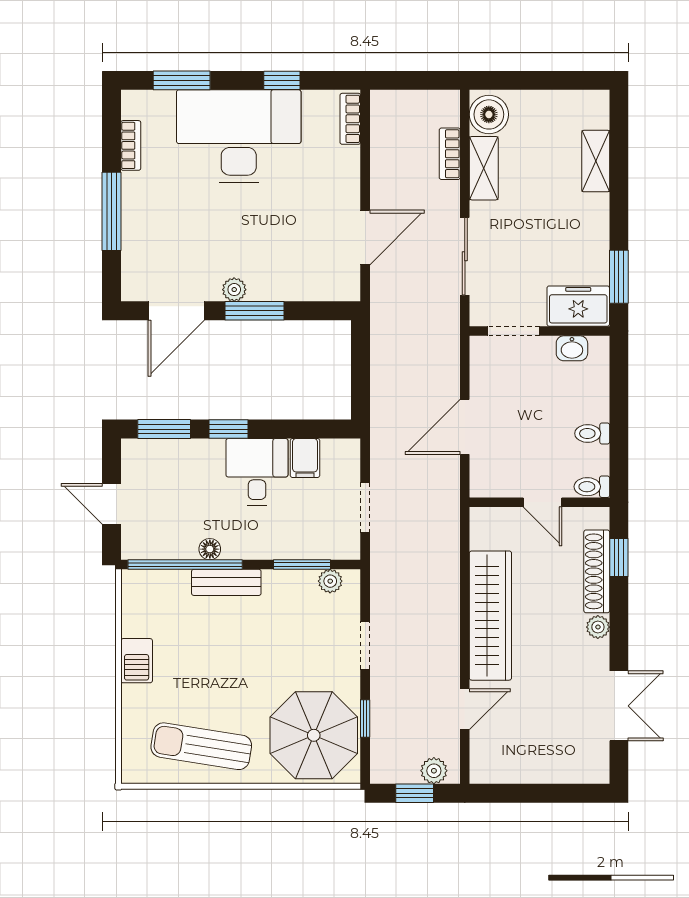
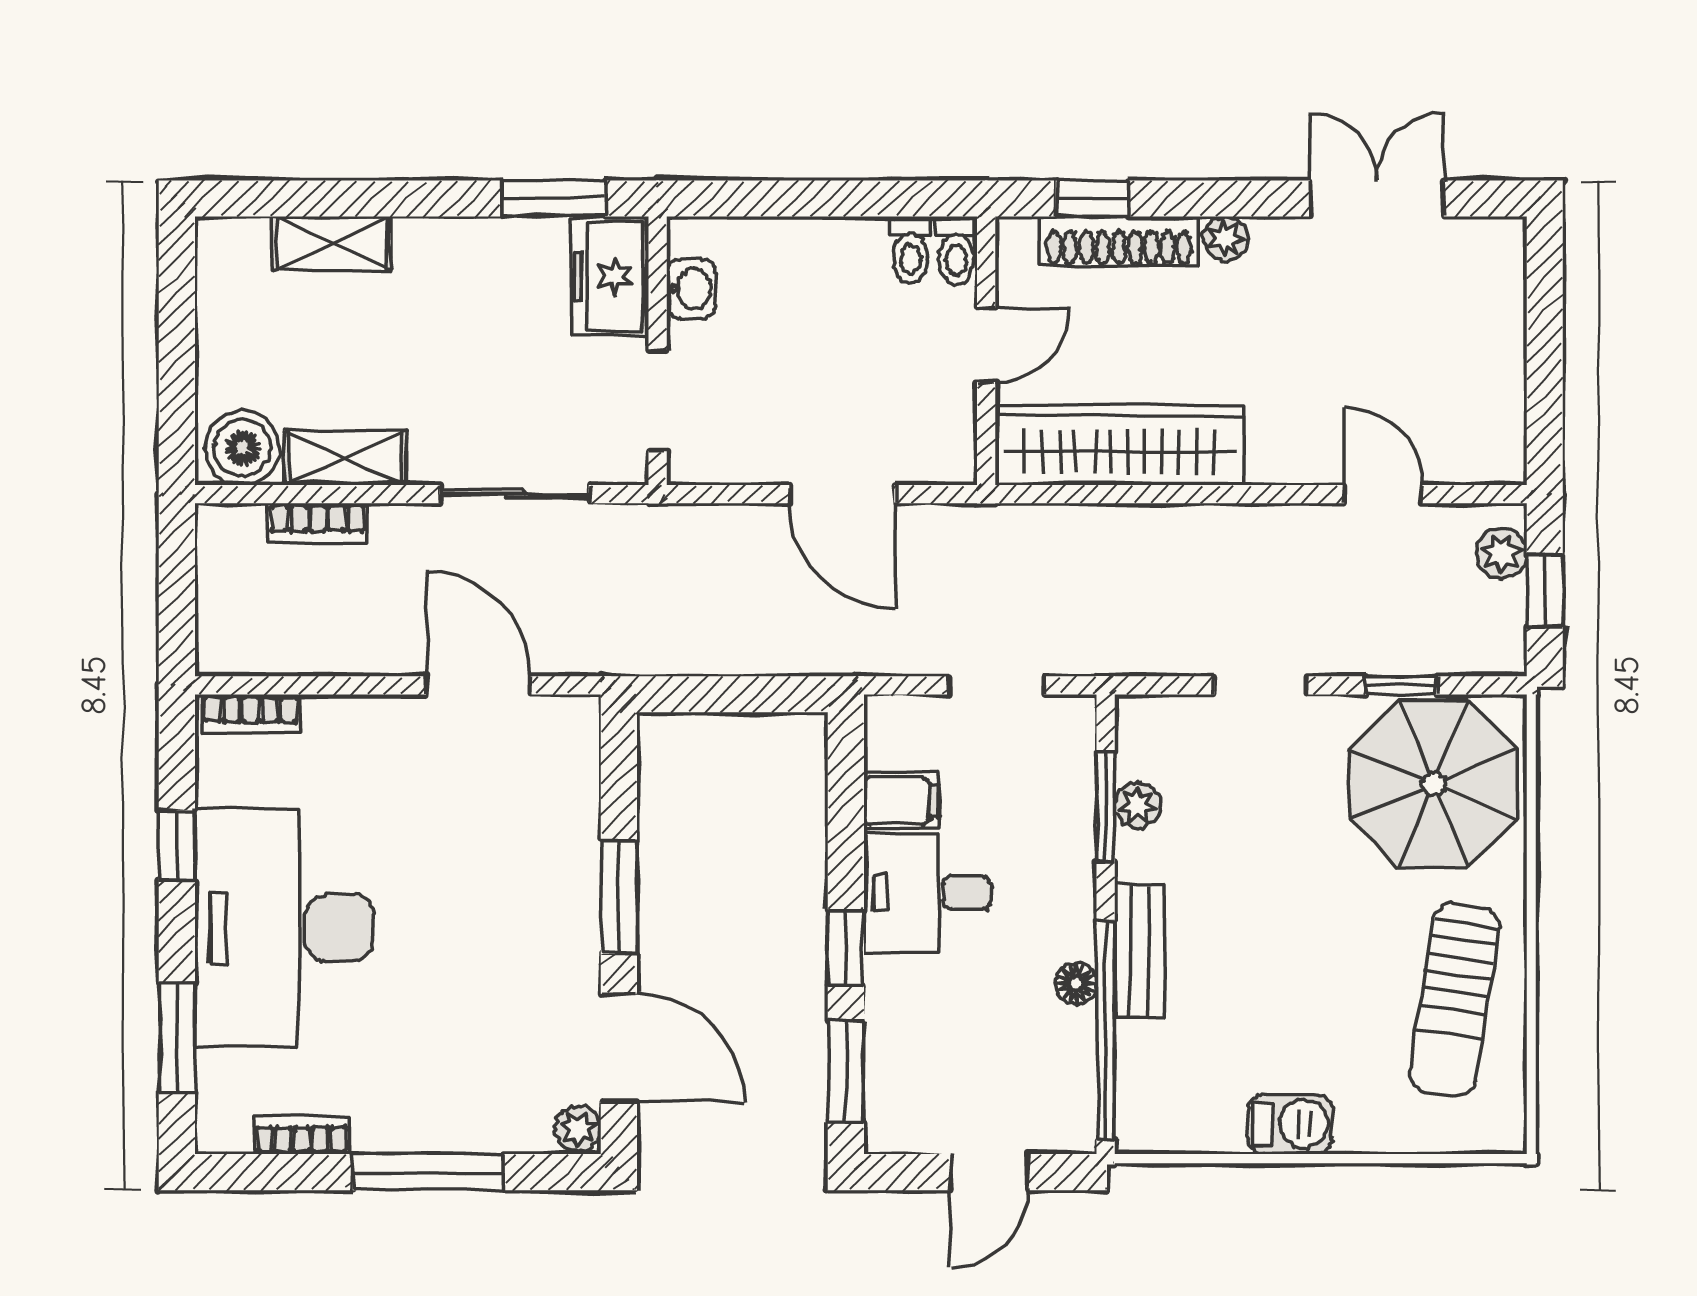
plant: (234, 290) -> (578, 1129), moved
toilet: (592, 433) -> (910, 250), moved
plant: (330, 581) -> (1138, 805), moved
wardrobe: (490, 616) -> (1119, 445), moved

